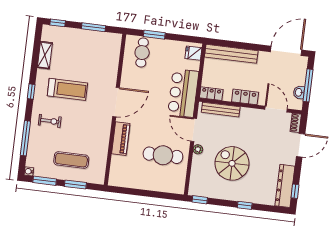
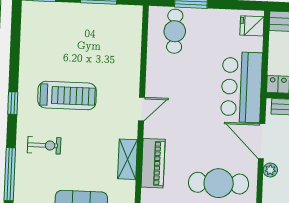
shelving: (45, 55) -> (128, 159), moved
door: (116, 102) -> (142, 109), width x0.53

